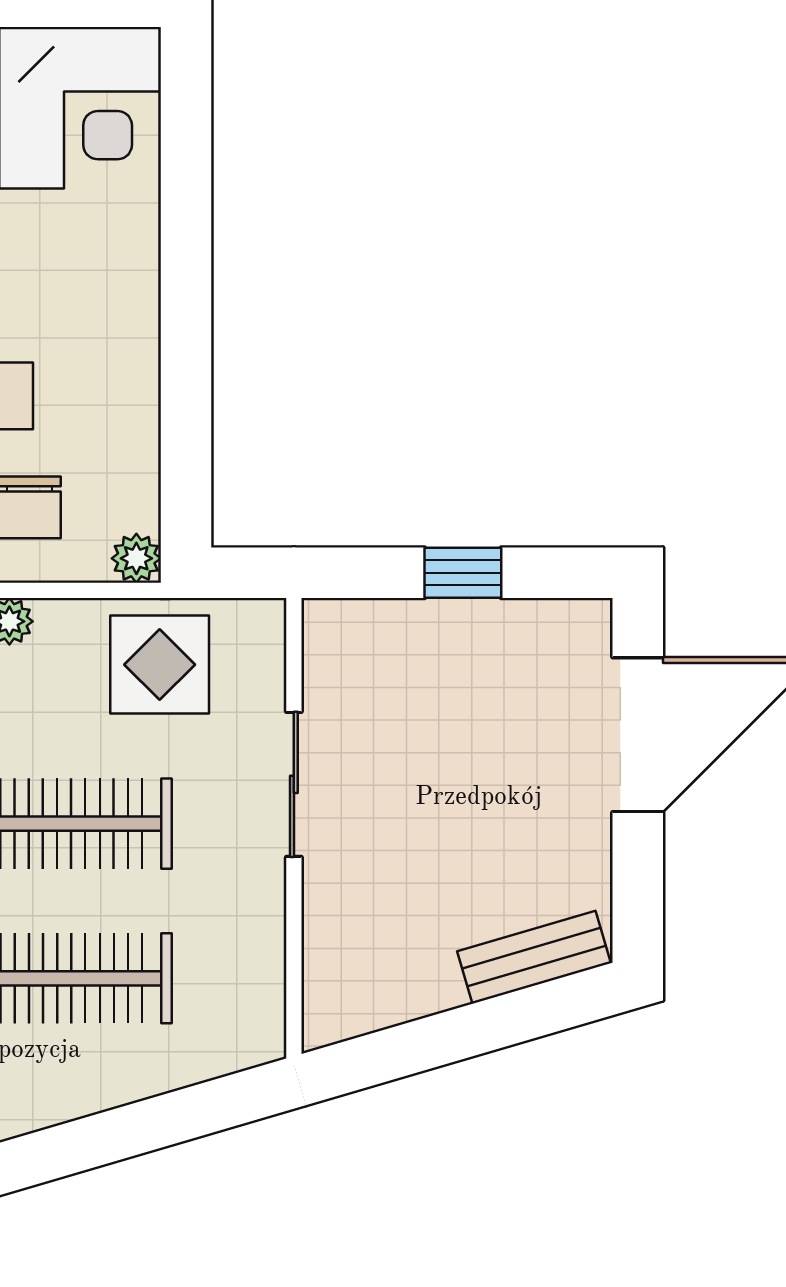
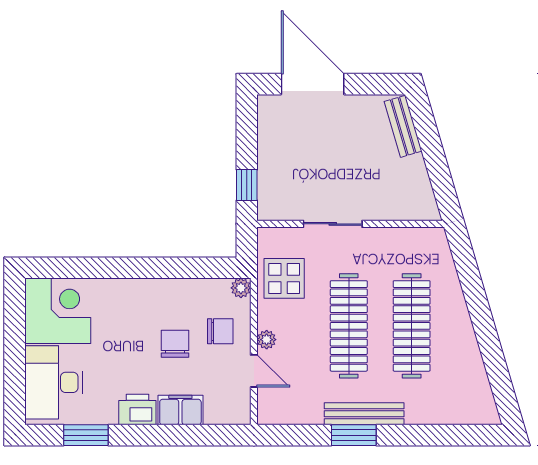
window: (463, 573) -> (247, 185), moved

